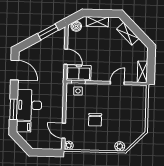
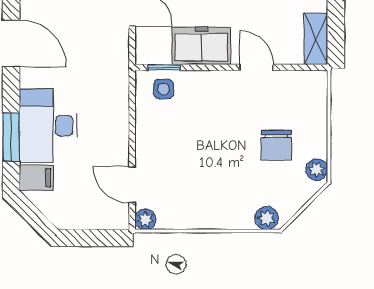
freezer: (79, 73) -> (201, 46), moved
door: (117, 83) -> (257, 67), hinge flipped
chair: (95, 120) -> (276, 145), moved
plant: (141, 127) -> (317, 170), added

